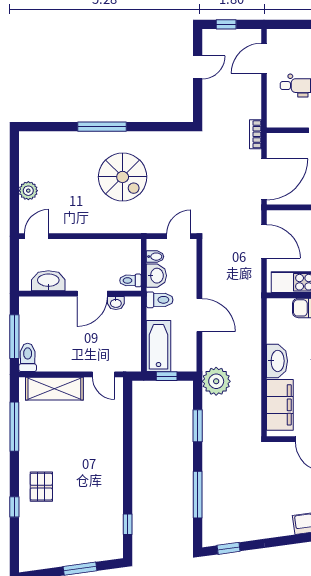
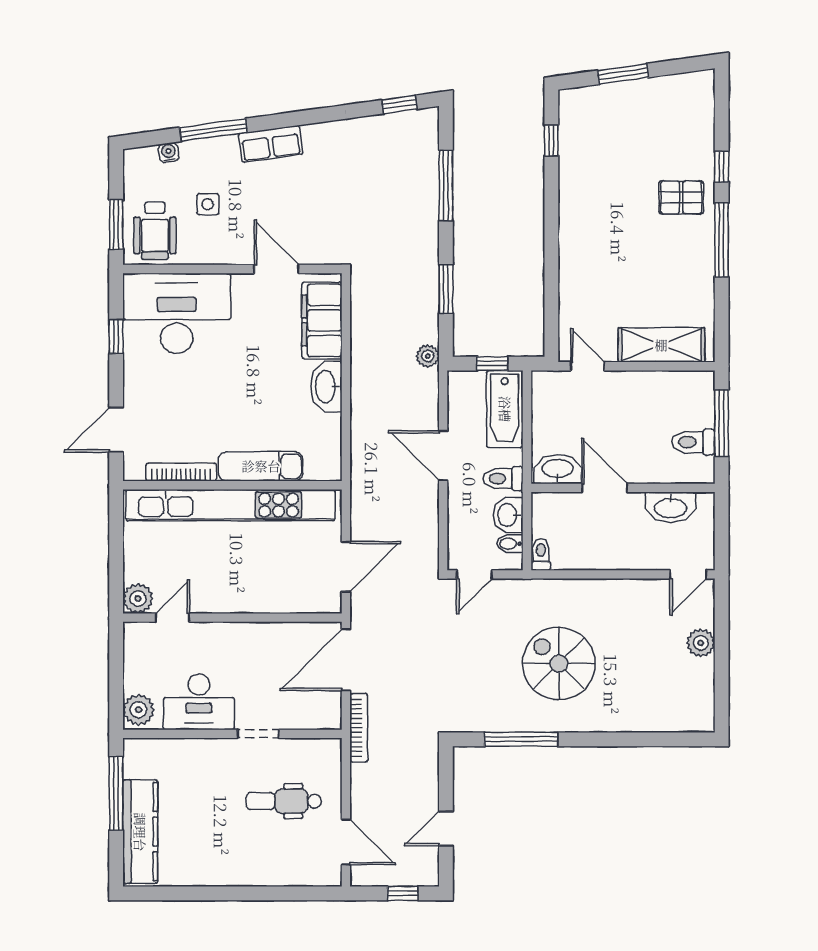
door: (264, 58) -> (346, 842), hinge flipped
window: (102, 127) -> (521, 739), moved
bookcase: (255, 134) -> (359, 728), width x1.56
door: (264, 241) -> (346, 567), swing flipped
toilet: (130, 280) -> (541, 554), moved, turned -90
door: (92, 294) -> (605, 488), hinge flipped
washbasin: (116, 303) -> (557, 469), width x1.91, depth x1.45
toilet: (28, 357) -> (693, 442), moved, turned 90
plant: (216, 381) -> (428, 356), width x0.53, depth x0.53
window: (14, 427) -> (722, 240), moved
pallet: (41, 487) -> (681, 197), turned 90

